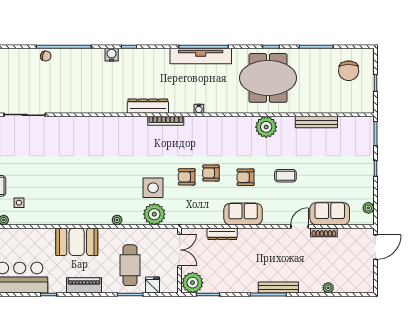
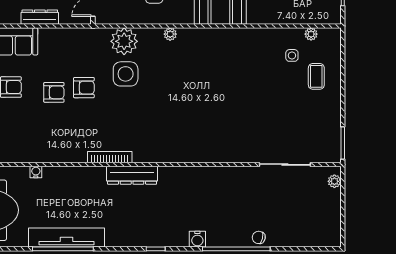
water cooler: (112, 55) -> (197, 239), moved
water cooler: (199, 109) -> (36, 172), moved

